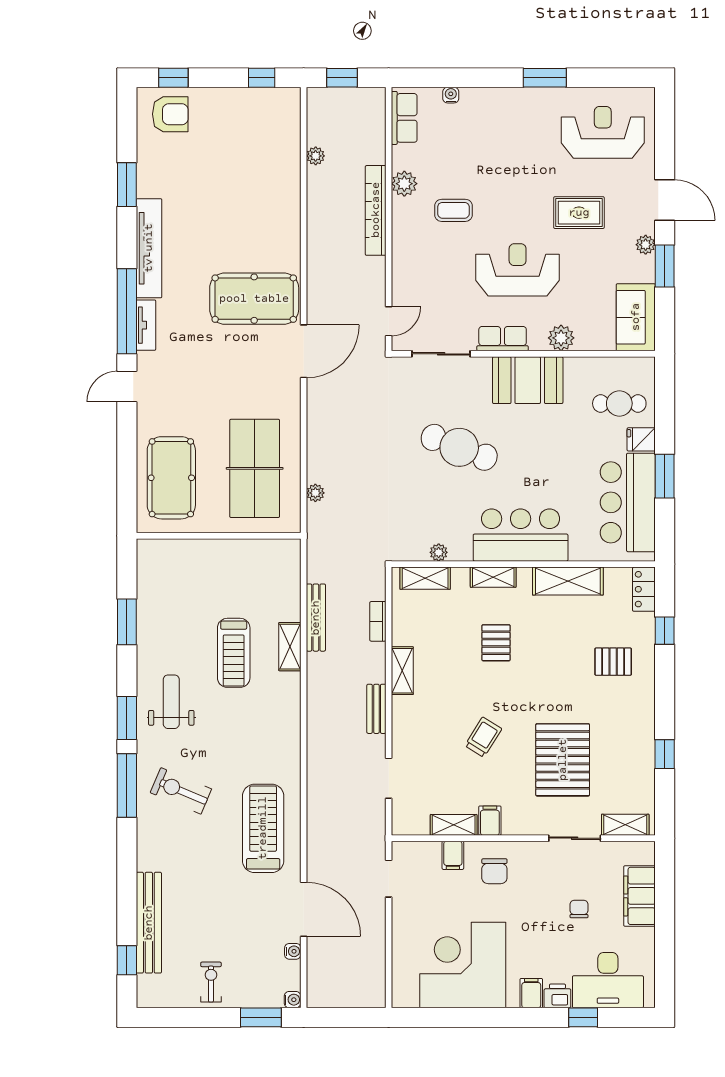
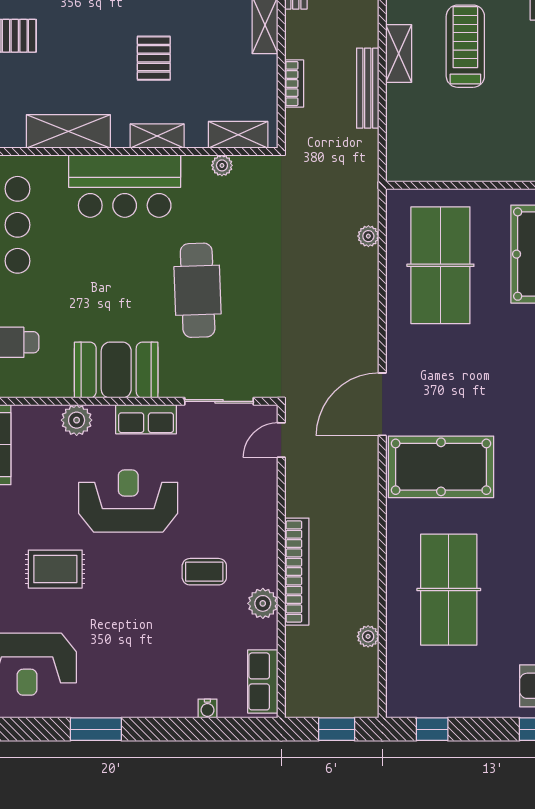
table tennis table: (248, 195) -> (449, 590), added
reception desk: (518, 270) -> (128, 501), turned 180
cafe table: (459, 447) -> (198, 290), turned 67

